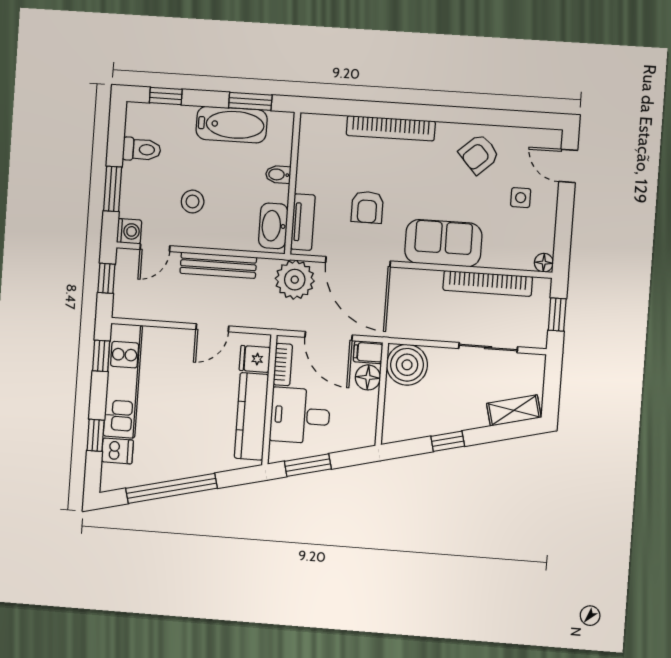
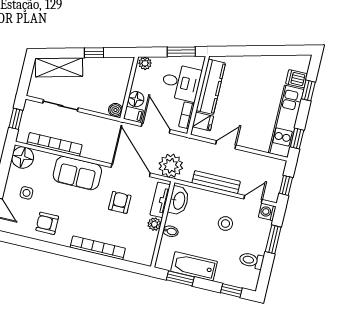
armchair: (479, 154) -> (47, 223), turned -138
plant: (306, 182) -> (154, 224), added
floor lamp: (544, 263) -> (23, 157), width x1.89, depth x1.89
boiler: (407, 365) -> (115, 110), width x0.54, depth x0.54
shelving: (514, 410) -> (59, 67), width x1.50, depth x1.33
plant: (363, 437) -> (145, 63), added
window: (171, 488) -> (267, 51), removed

